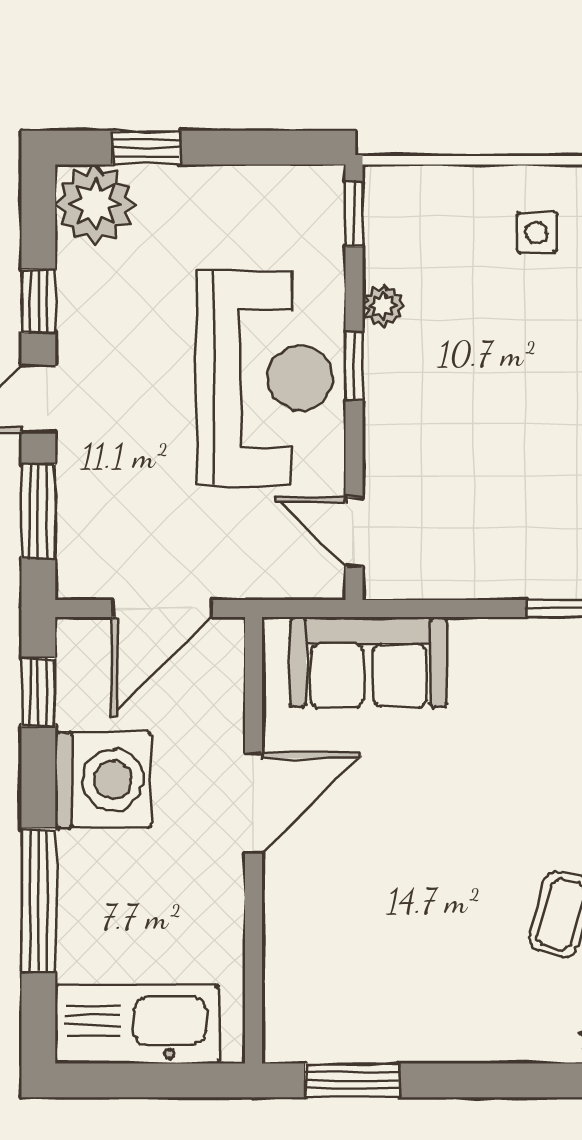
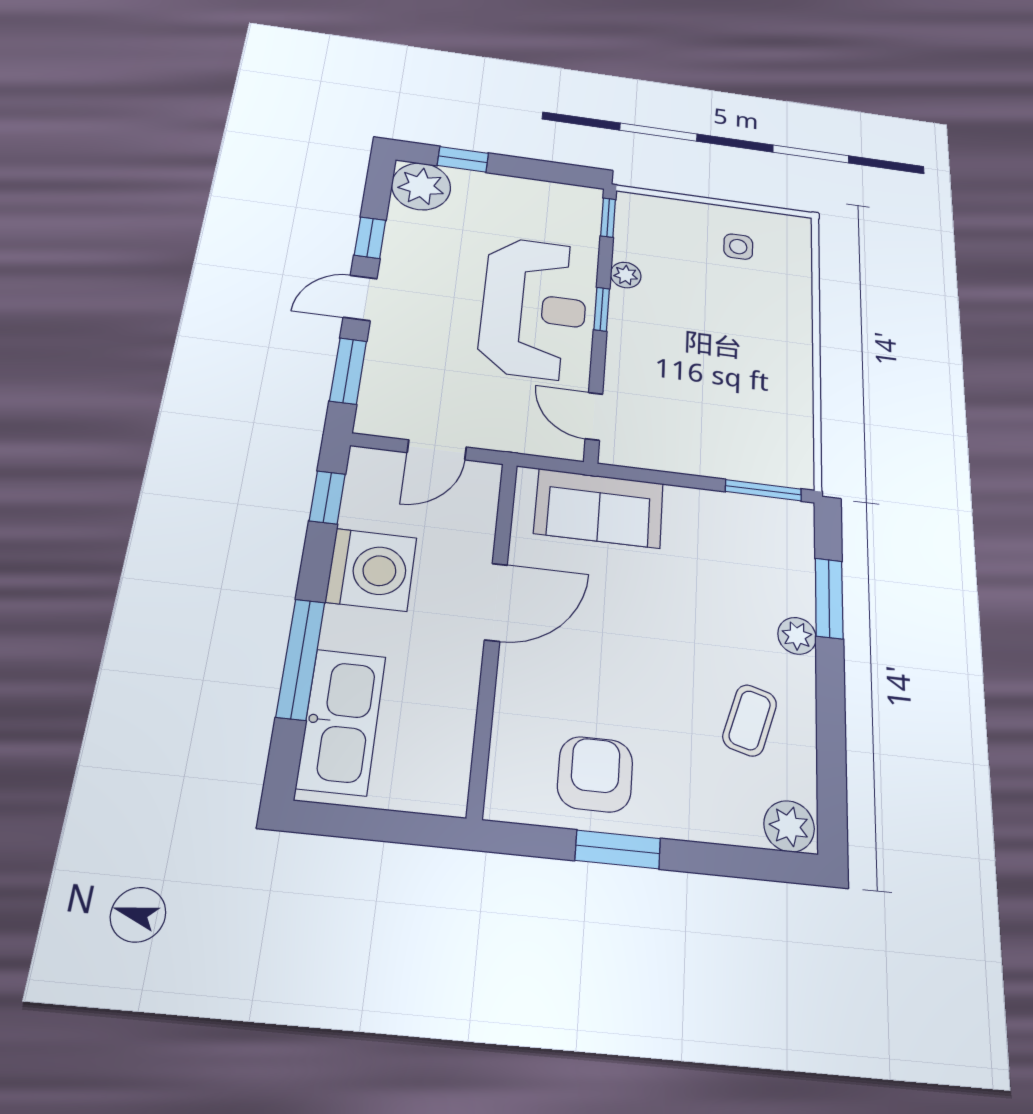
door: (162, 609) -> (437, 450), width x0.73
armchair: (384, 998) -> (595, 774), added
kitchen sink: (137, 1025) -> (341, 721), moved, turned 90
window: (352, 1080) -> (618, 849), moved

